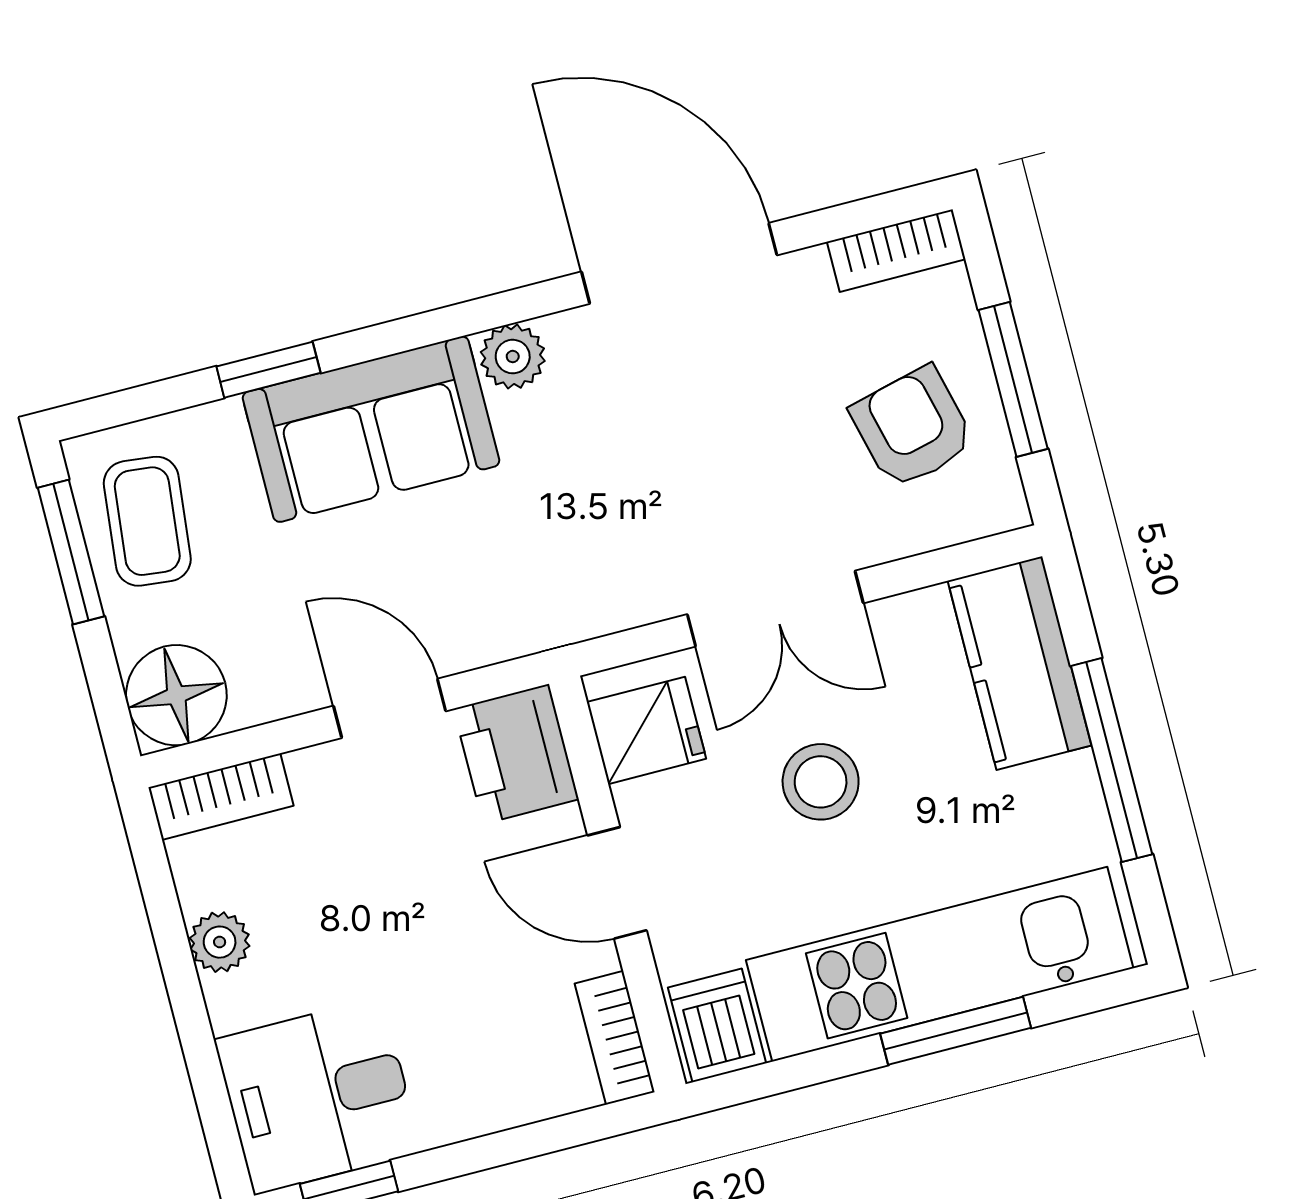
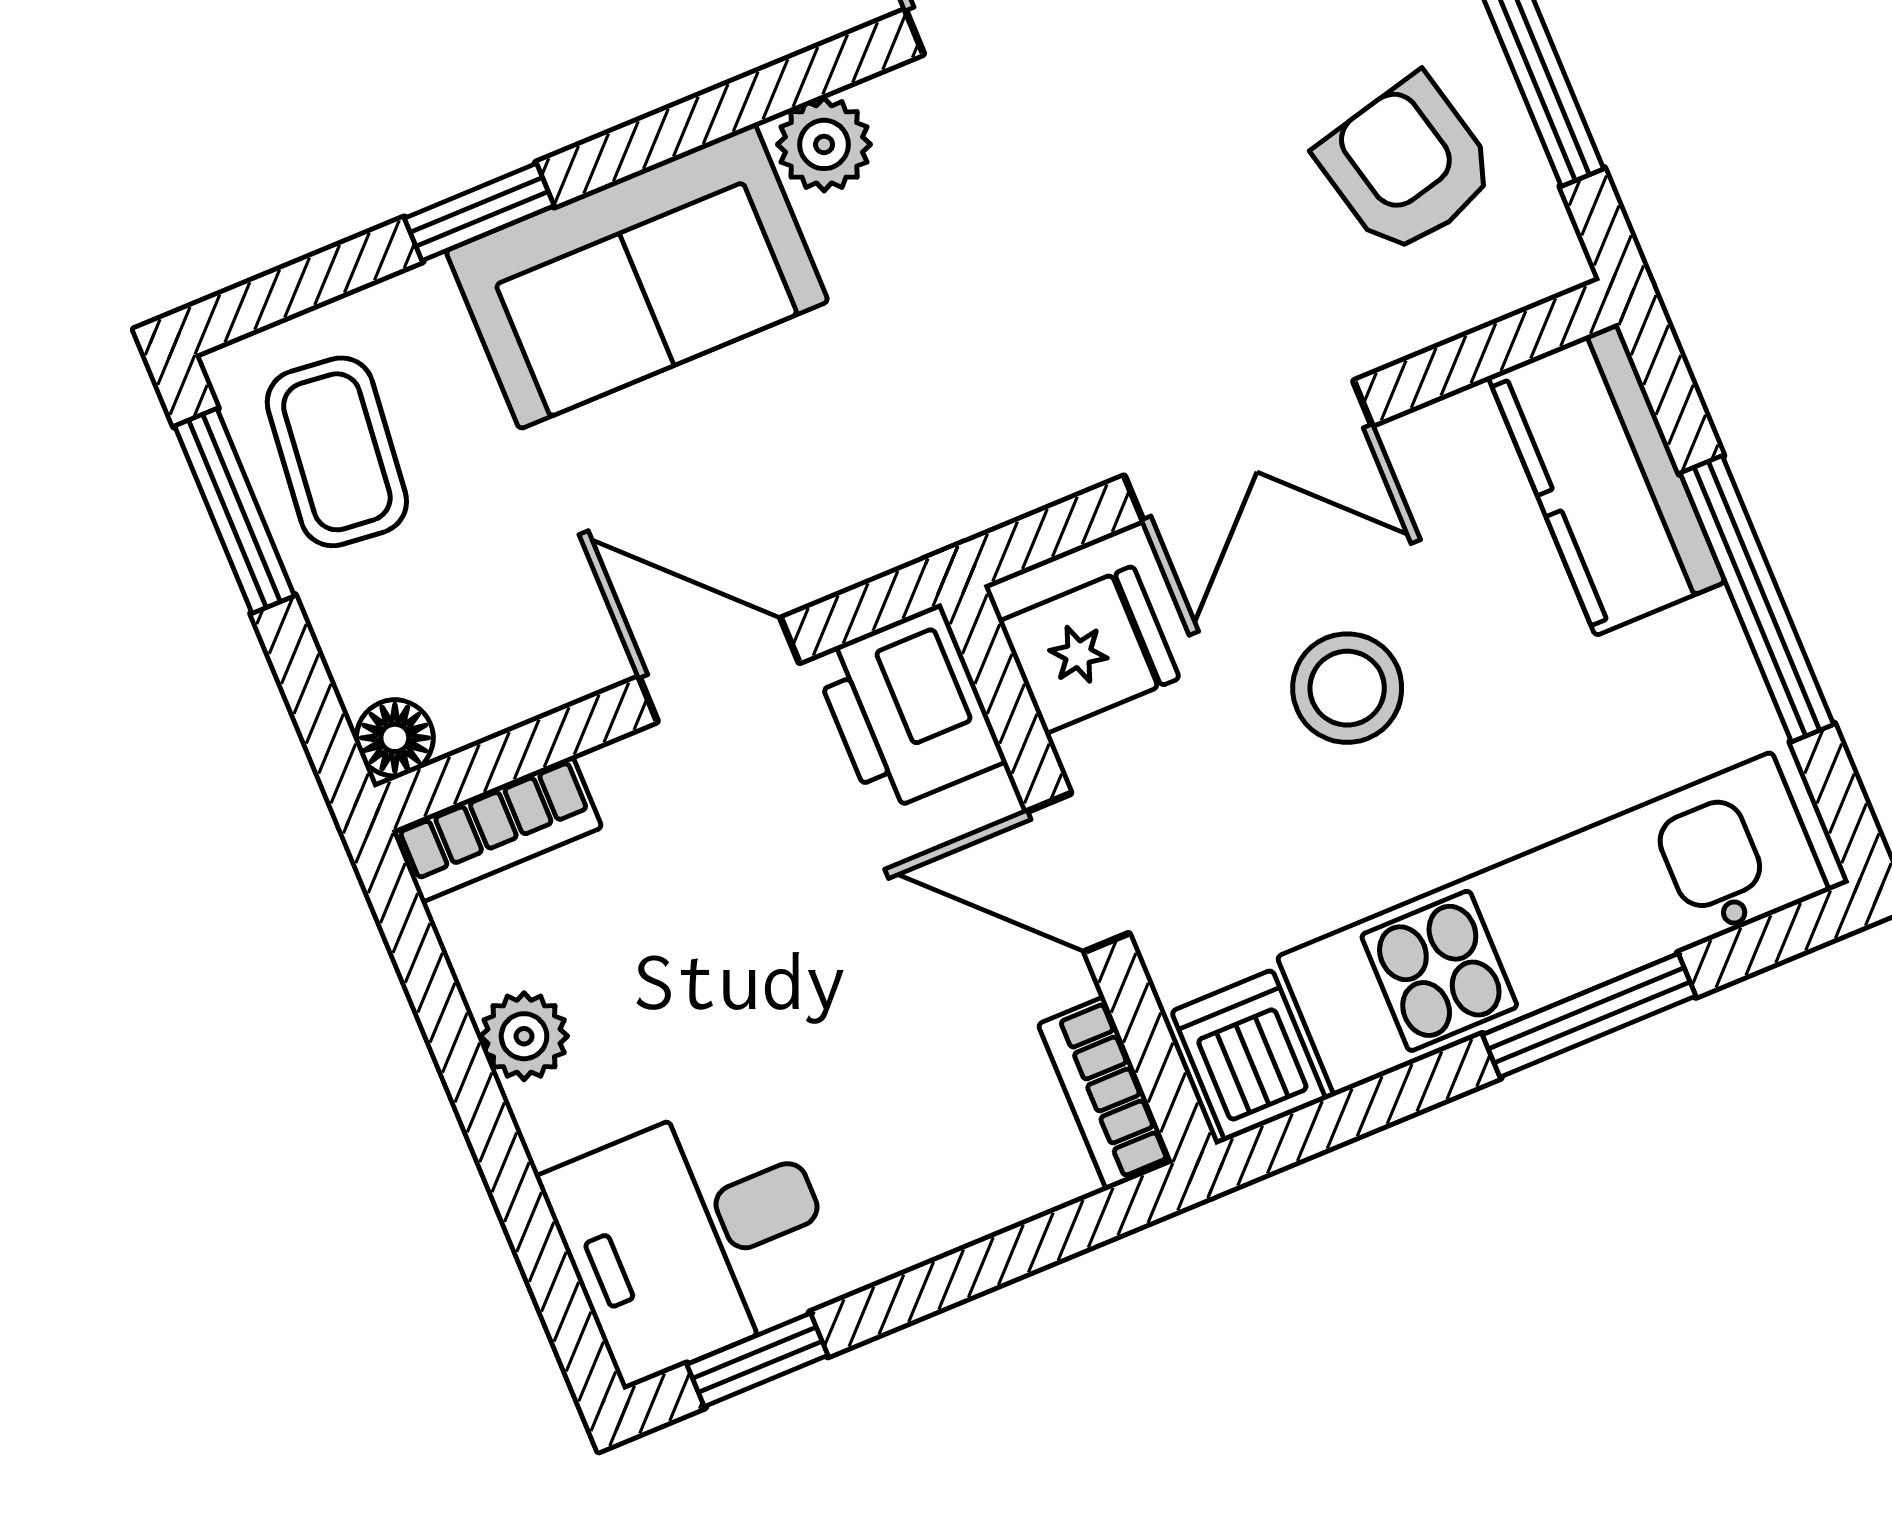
floor lamp: (176, 695) -> (395, 738), width x0.53, depth x0.53

